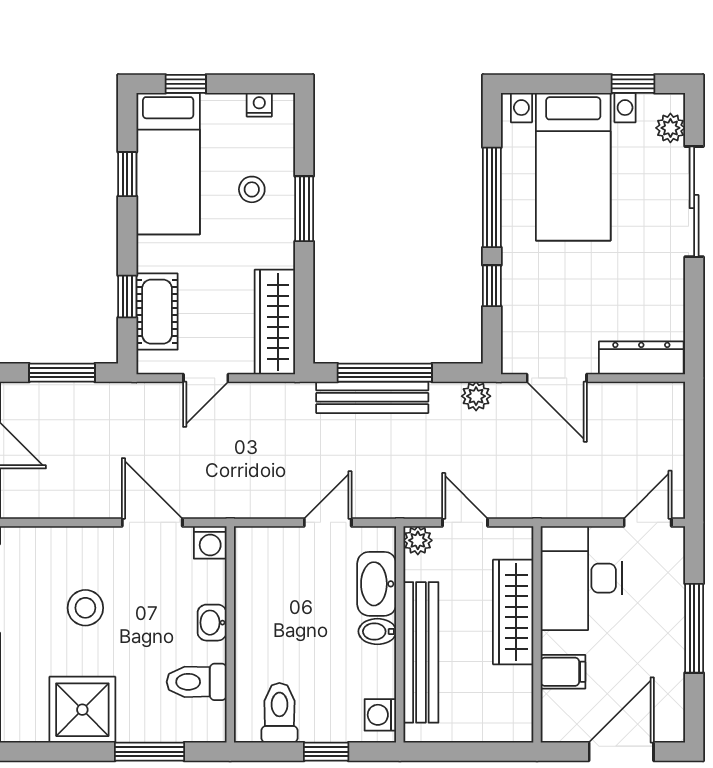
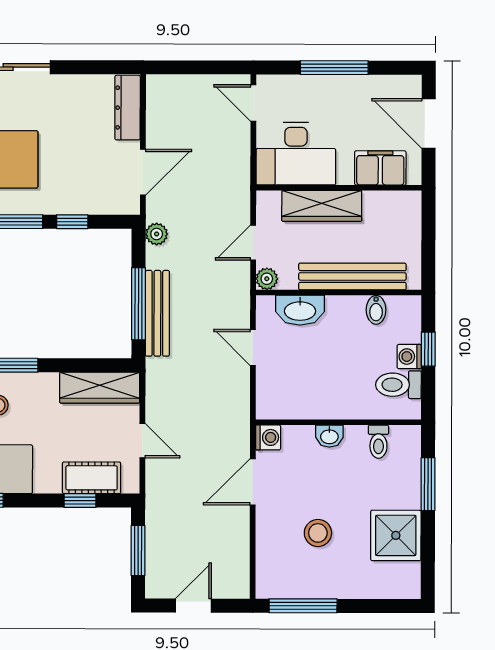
bidet: (377, 631) -> (376, 310), moved
filing cabinet: (563, 672) -> (380, 168), width x2.00
toilet: (197, 682) -> (378, 442), width x0.73, depth x0.72
washing machine: (380, 715) -> (409, 357), moved, turned 90

